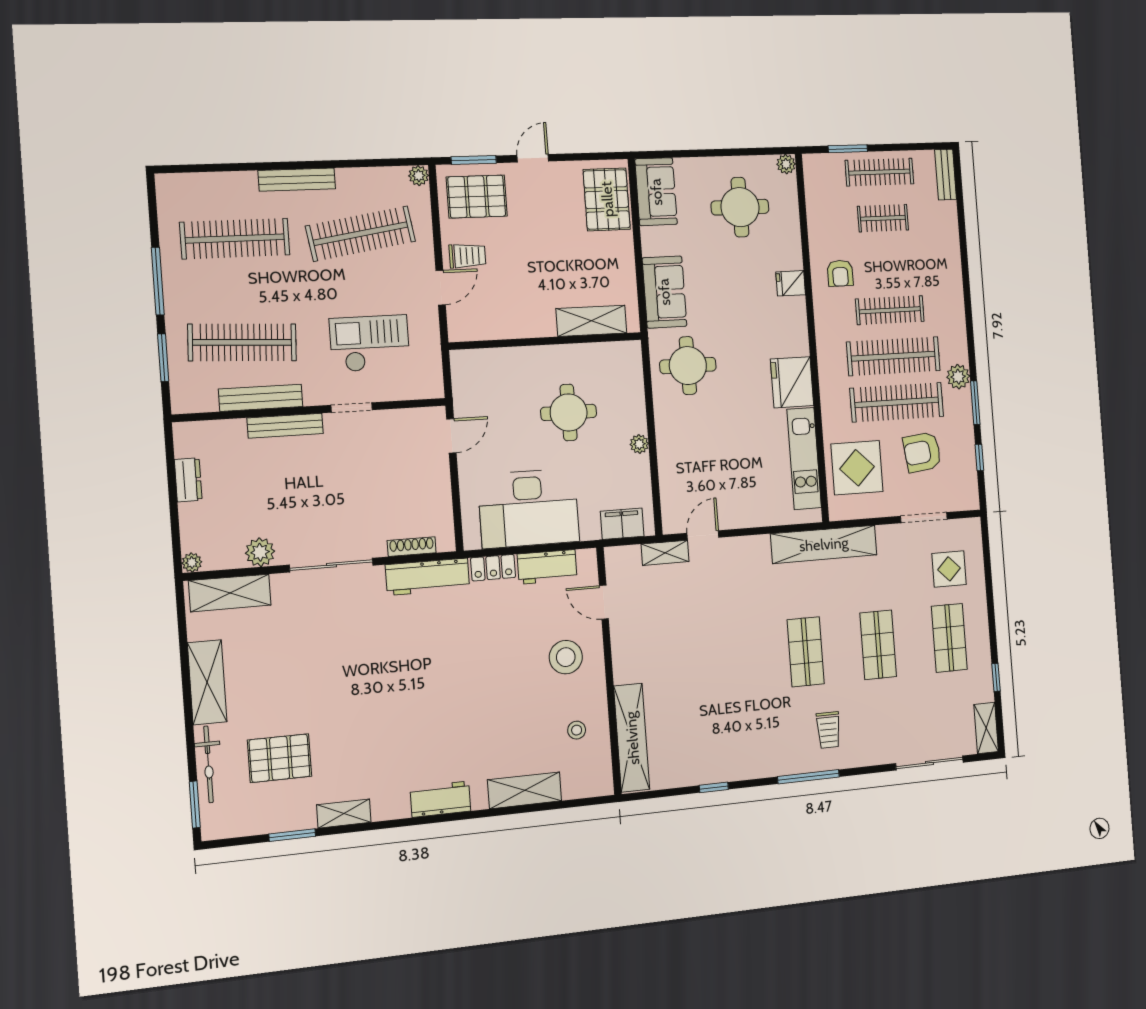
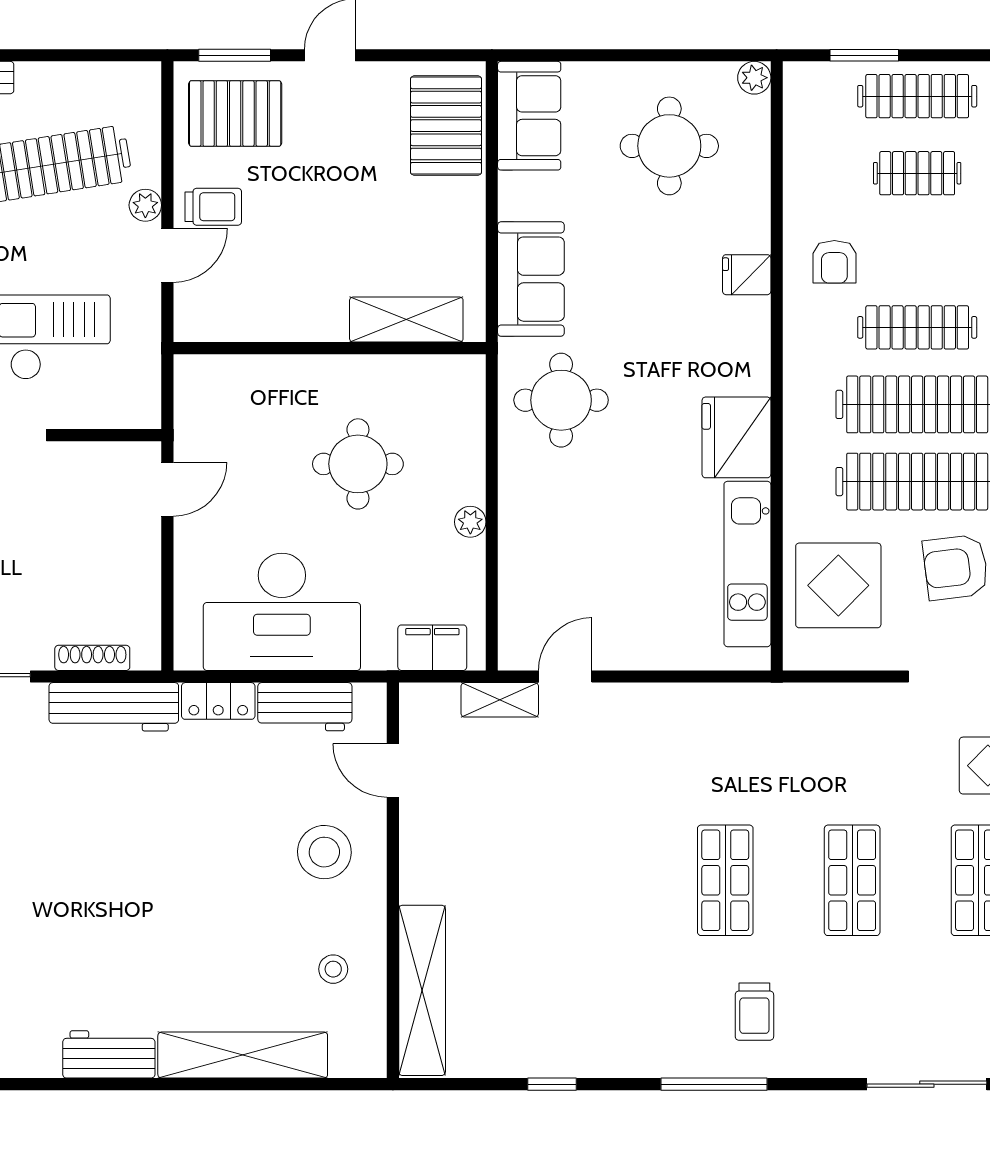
plant: (419, 176) -> (145, 205), moved
shelving: (824, 544) -> (771, 707), removed
shelving: (525, 790) -> (243, 1055), width x1.47

